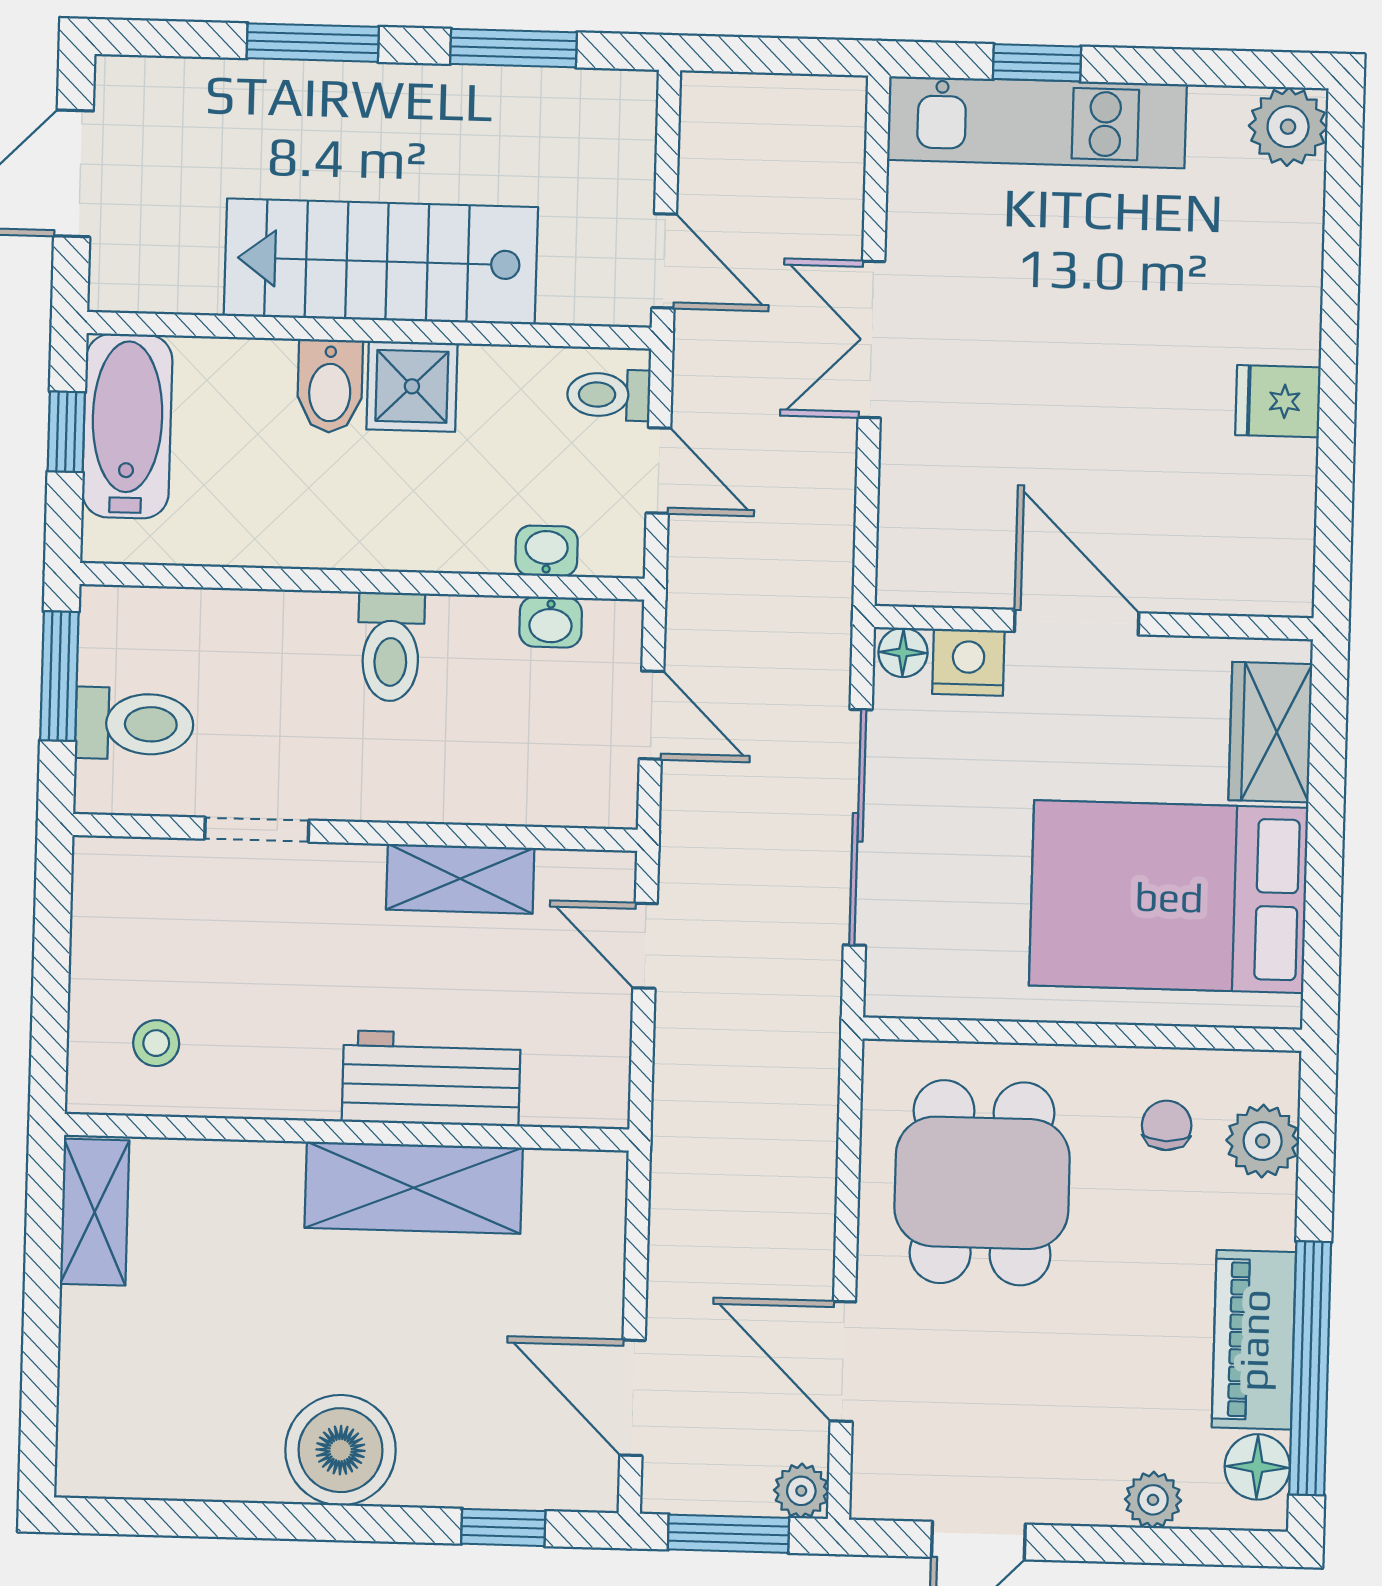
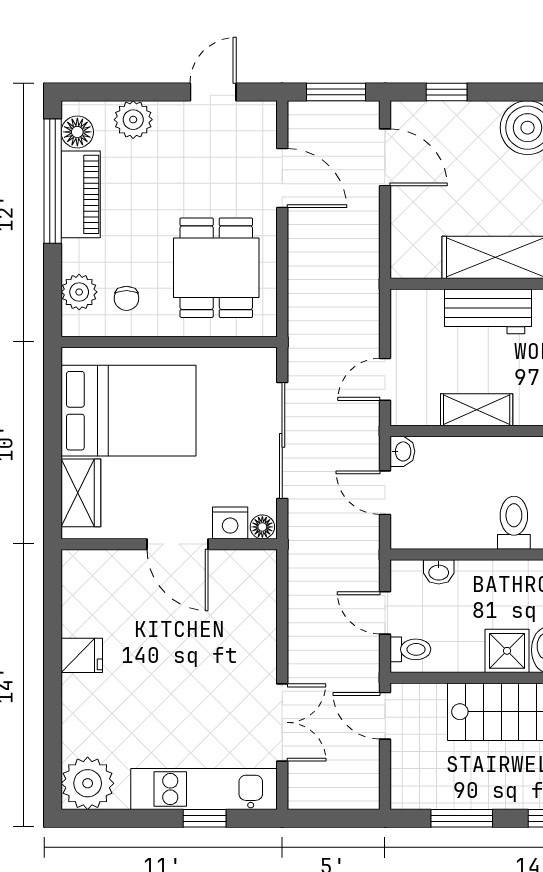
plant: (1288, 127) -> (88, 783), width x1.36, depth x1.36
double door: (871, 339) -> (282, 722), moved
washbasin: (551, 622) -> (402, 451), moved, turned 90
door: (645, 946) -> (385, 379), swing flipped
plant: (801, 1491) -> (301, 114), removed
plant: (1153, 1500) -> (133, 120), width x1.38, depth x1.38

